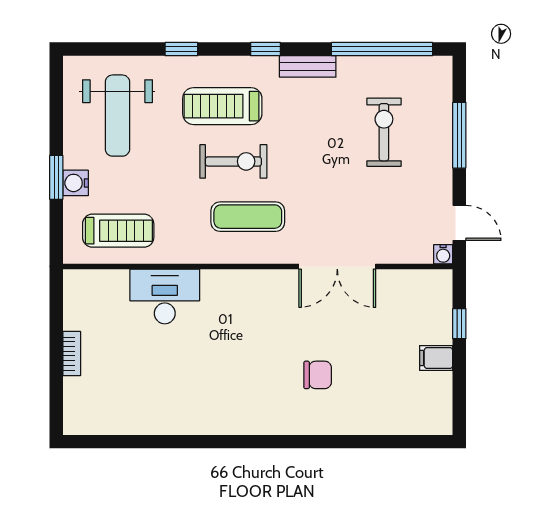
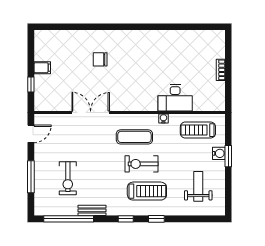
window: (181, 49) -> (156, 219), moved
bench: (308, 66) -> (92, 210), moved
weight bench: (117, 116) -> (198, 186), width x0.73, depth x0.75
door: (459, 223) -> (31, 134), swing flipped
water cooler: (443, 254) -> (163, 118), moved

